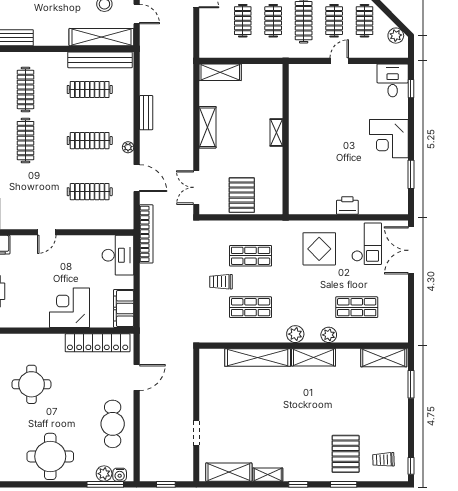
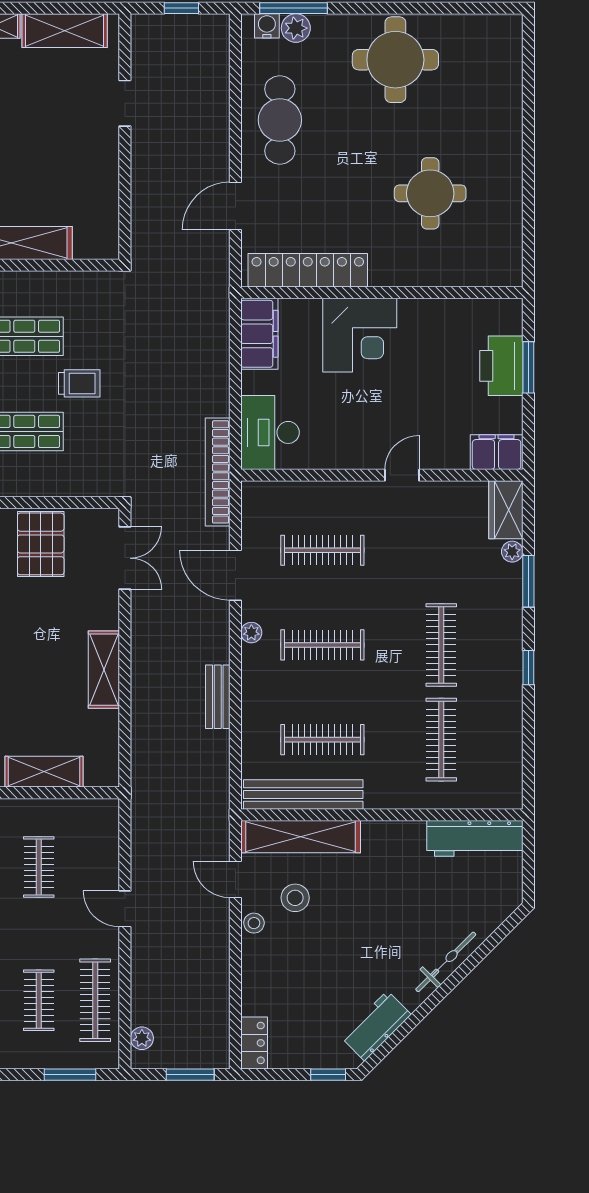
shelving: (220, 72) -> (44, 772), moved

